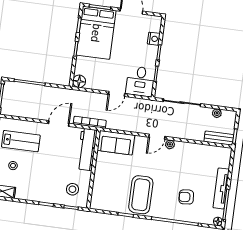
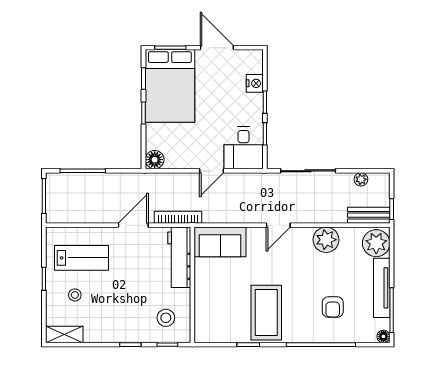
plant: (170, 144) -> (326, 240), moved, width x1.88, depth x1.88
plant: (221, 158) -> (376, 243), added
armchair: (186, 197) -> (333, 307), turned -85

